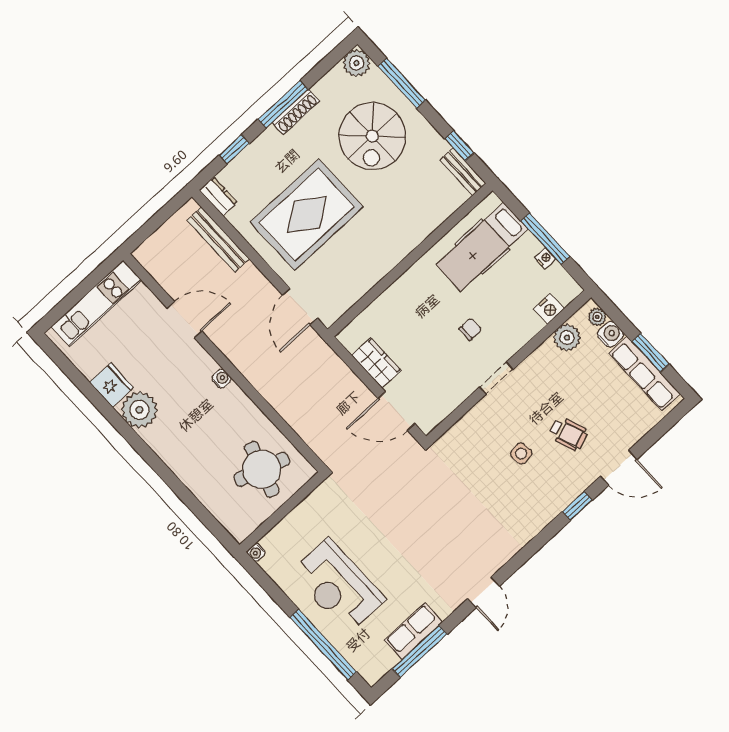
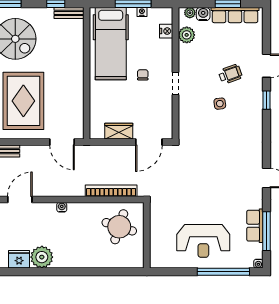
hospital bed: (482, 247) -> (111, 44), width x1.37, depth x1.29
bookcase: (296, 419) -> (111, 191), added
water cooler: (256, 552) -> (258, 264), moved

